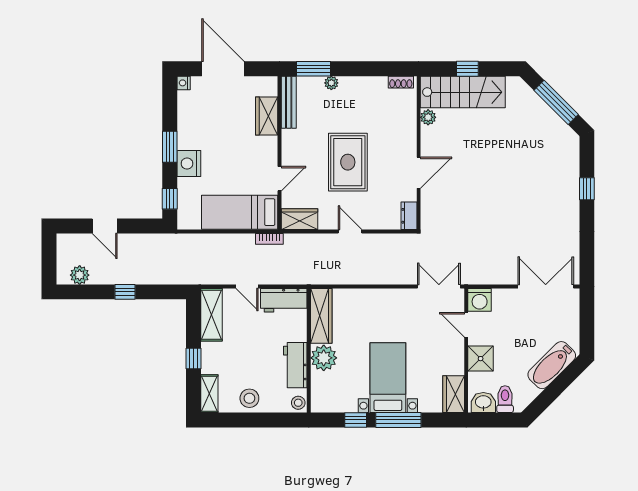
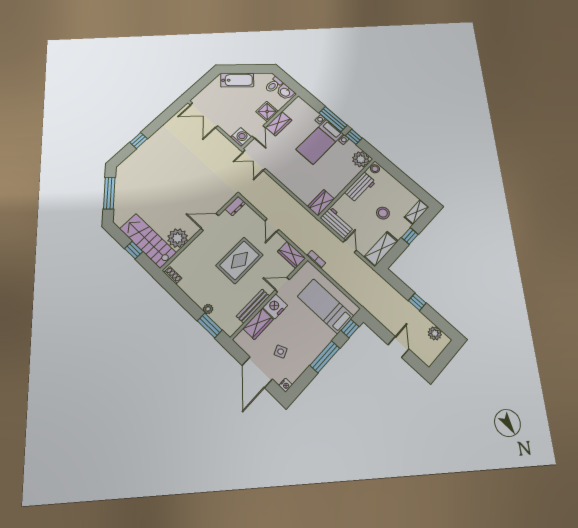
bench: (289, 102) -> (253, 306), moved
side table: (219, 110) -> (281, 352), added
plant: (428, 117) -> (178, 238), width x1.88, depth x1.88
window: (170, 147) -> (325, 357), width x1.44
nightstand: (189, 164) -> (275, 306), moved, turned 180
bed: (240, 212) -> (325, 306), moved, turned 180
wardrobe: (321, 316) -> (321, 203), width x0.67
plant: (324, 358) -> (361, 159), moved
wardrobe: (454, 394) -> (279, 124), moved
stool: (249, 398) -> (383, 213), moved

